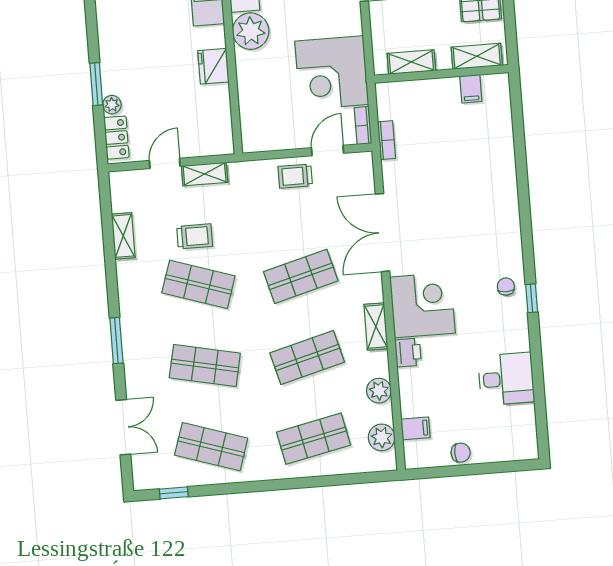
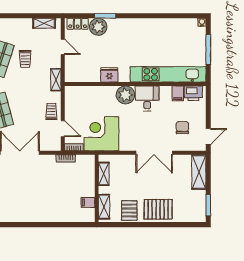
plant: (112, 105) -> (98, 27), width x1.87, depth x1.87
shelving: (205, 174) -> (56, 80), moved
shelving: (123, 236) -> (44, 23), moved

